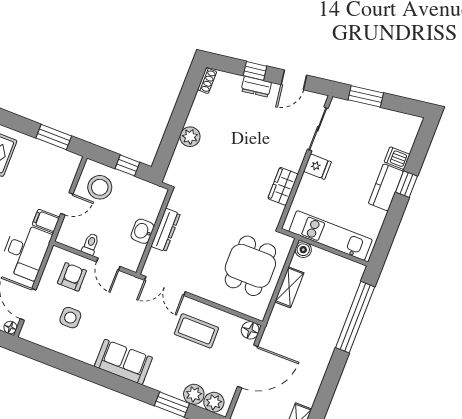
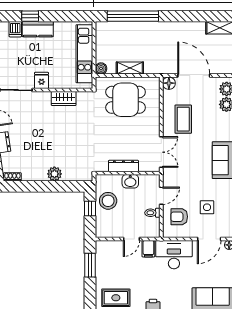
stool: (100, 187) -> (108, 201), moved
door: (67, 204) -> (131, 239), swing flipped

